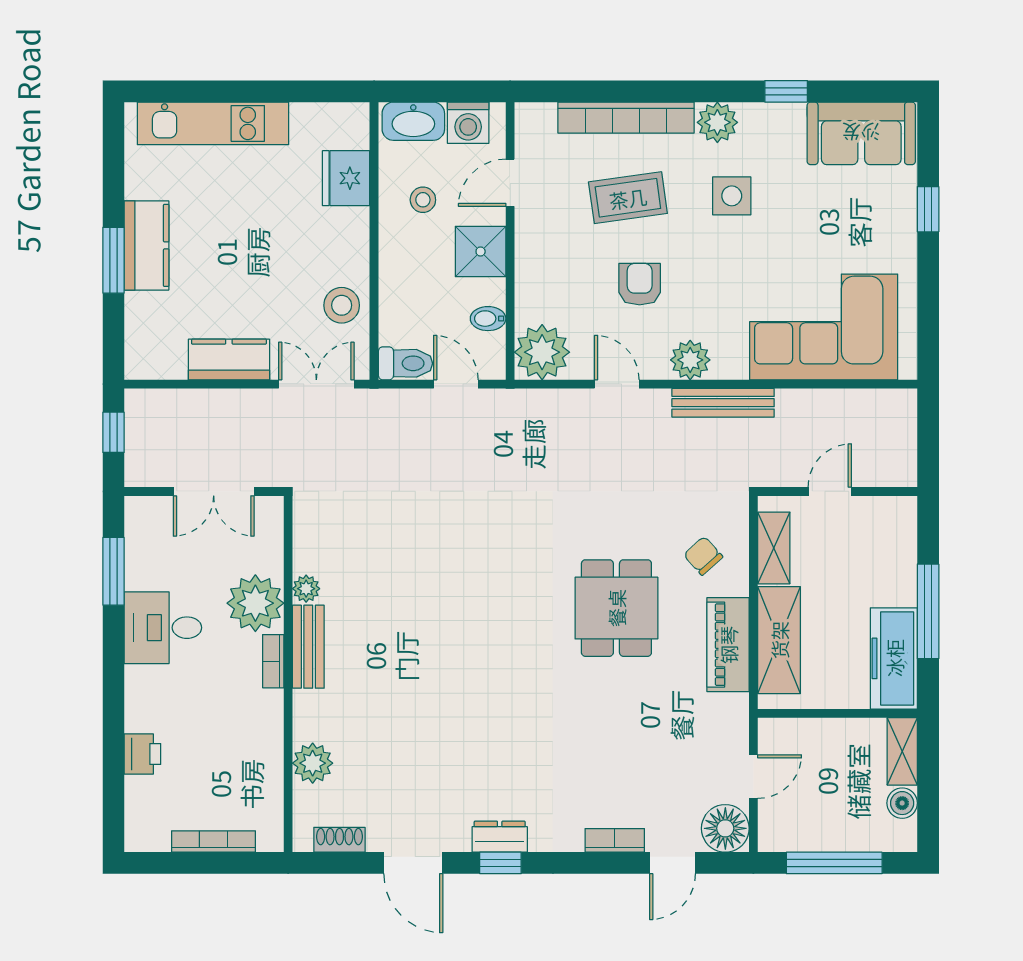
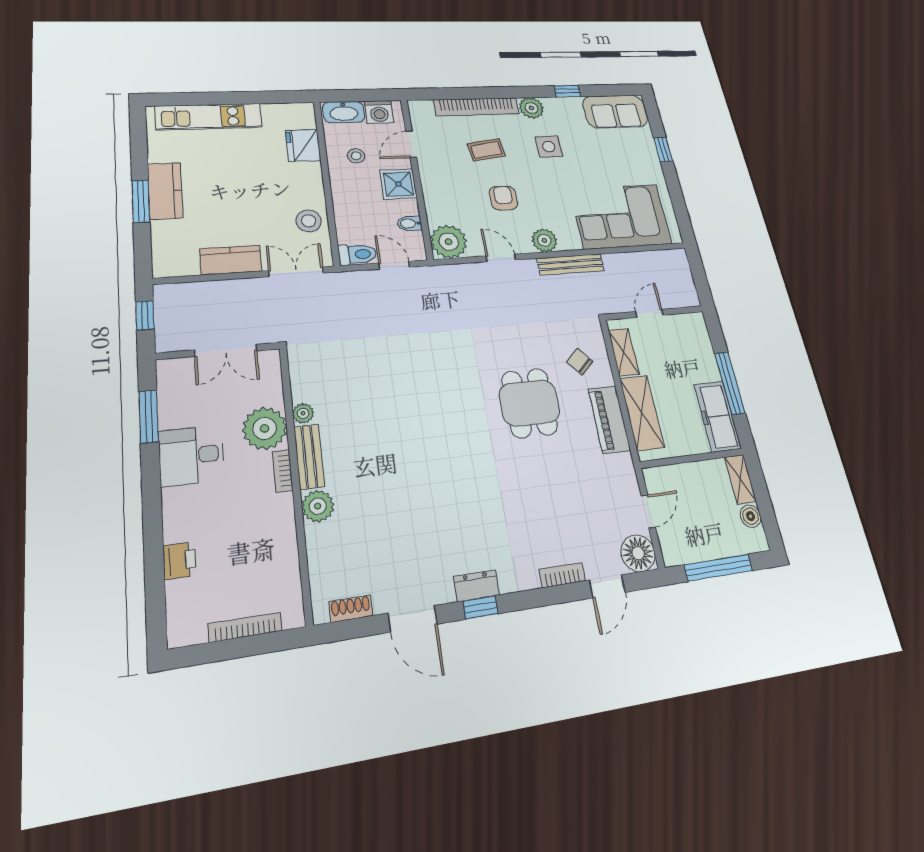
coffee table: (628, 198) -> (486, 150), width x0.73, depth x0.77
plant: (313, 763) -> (318, 506), moved

